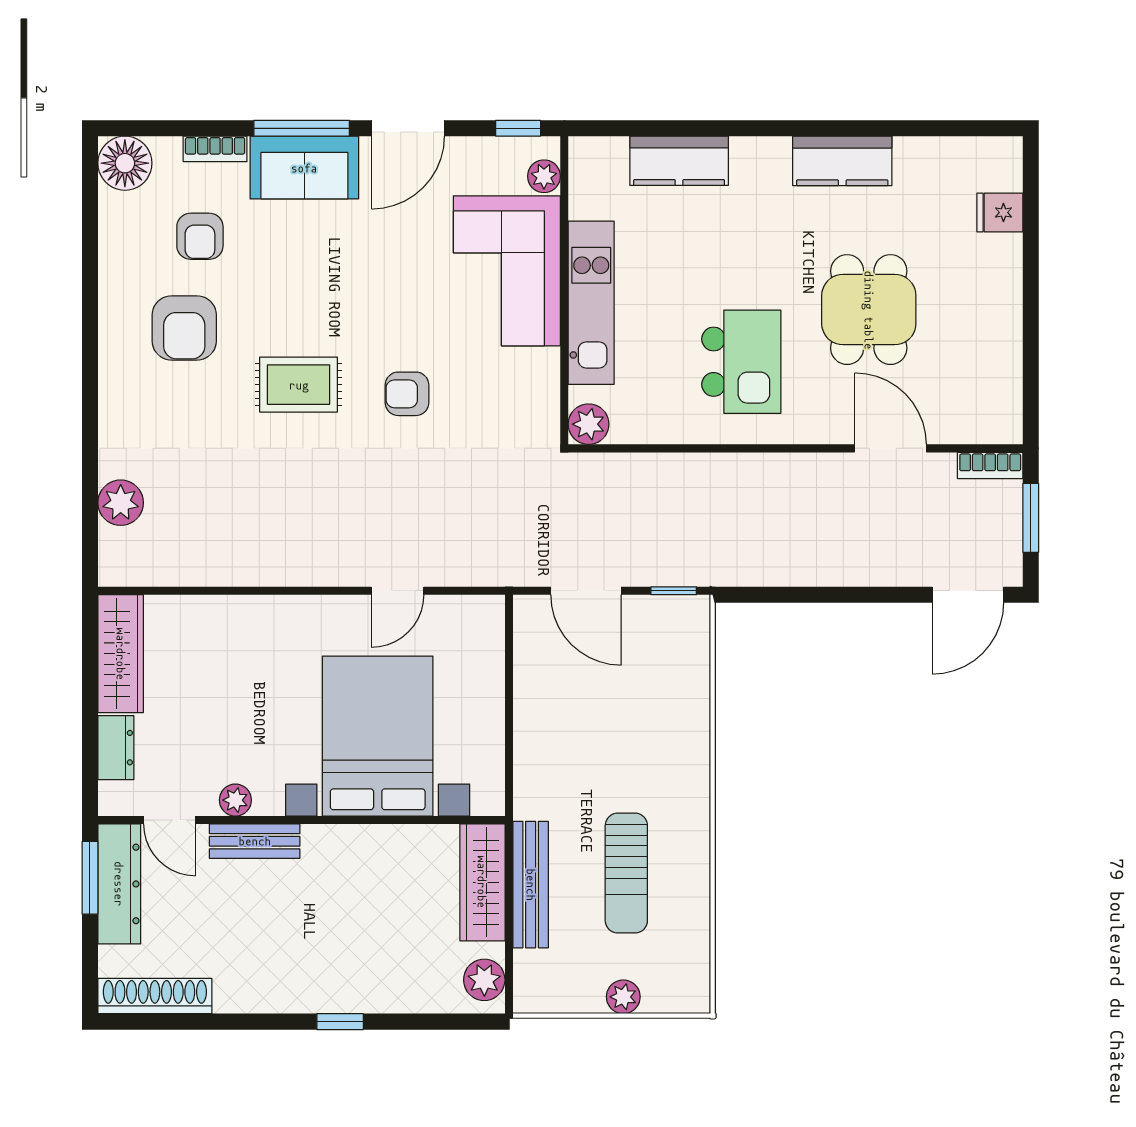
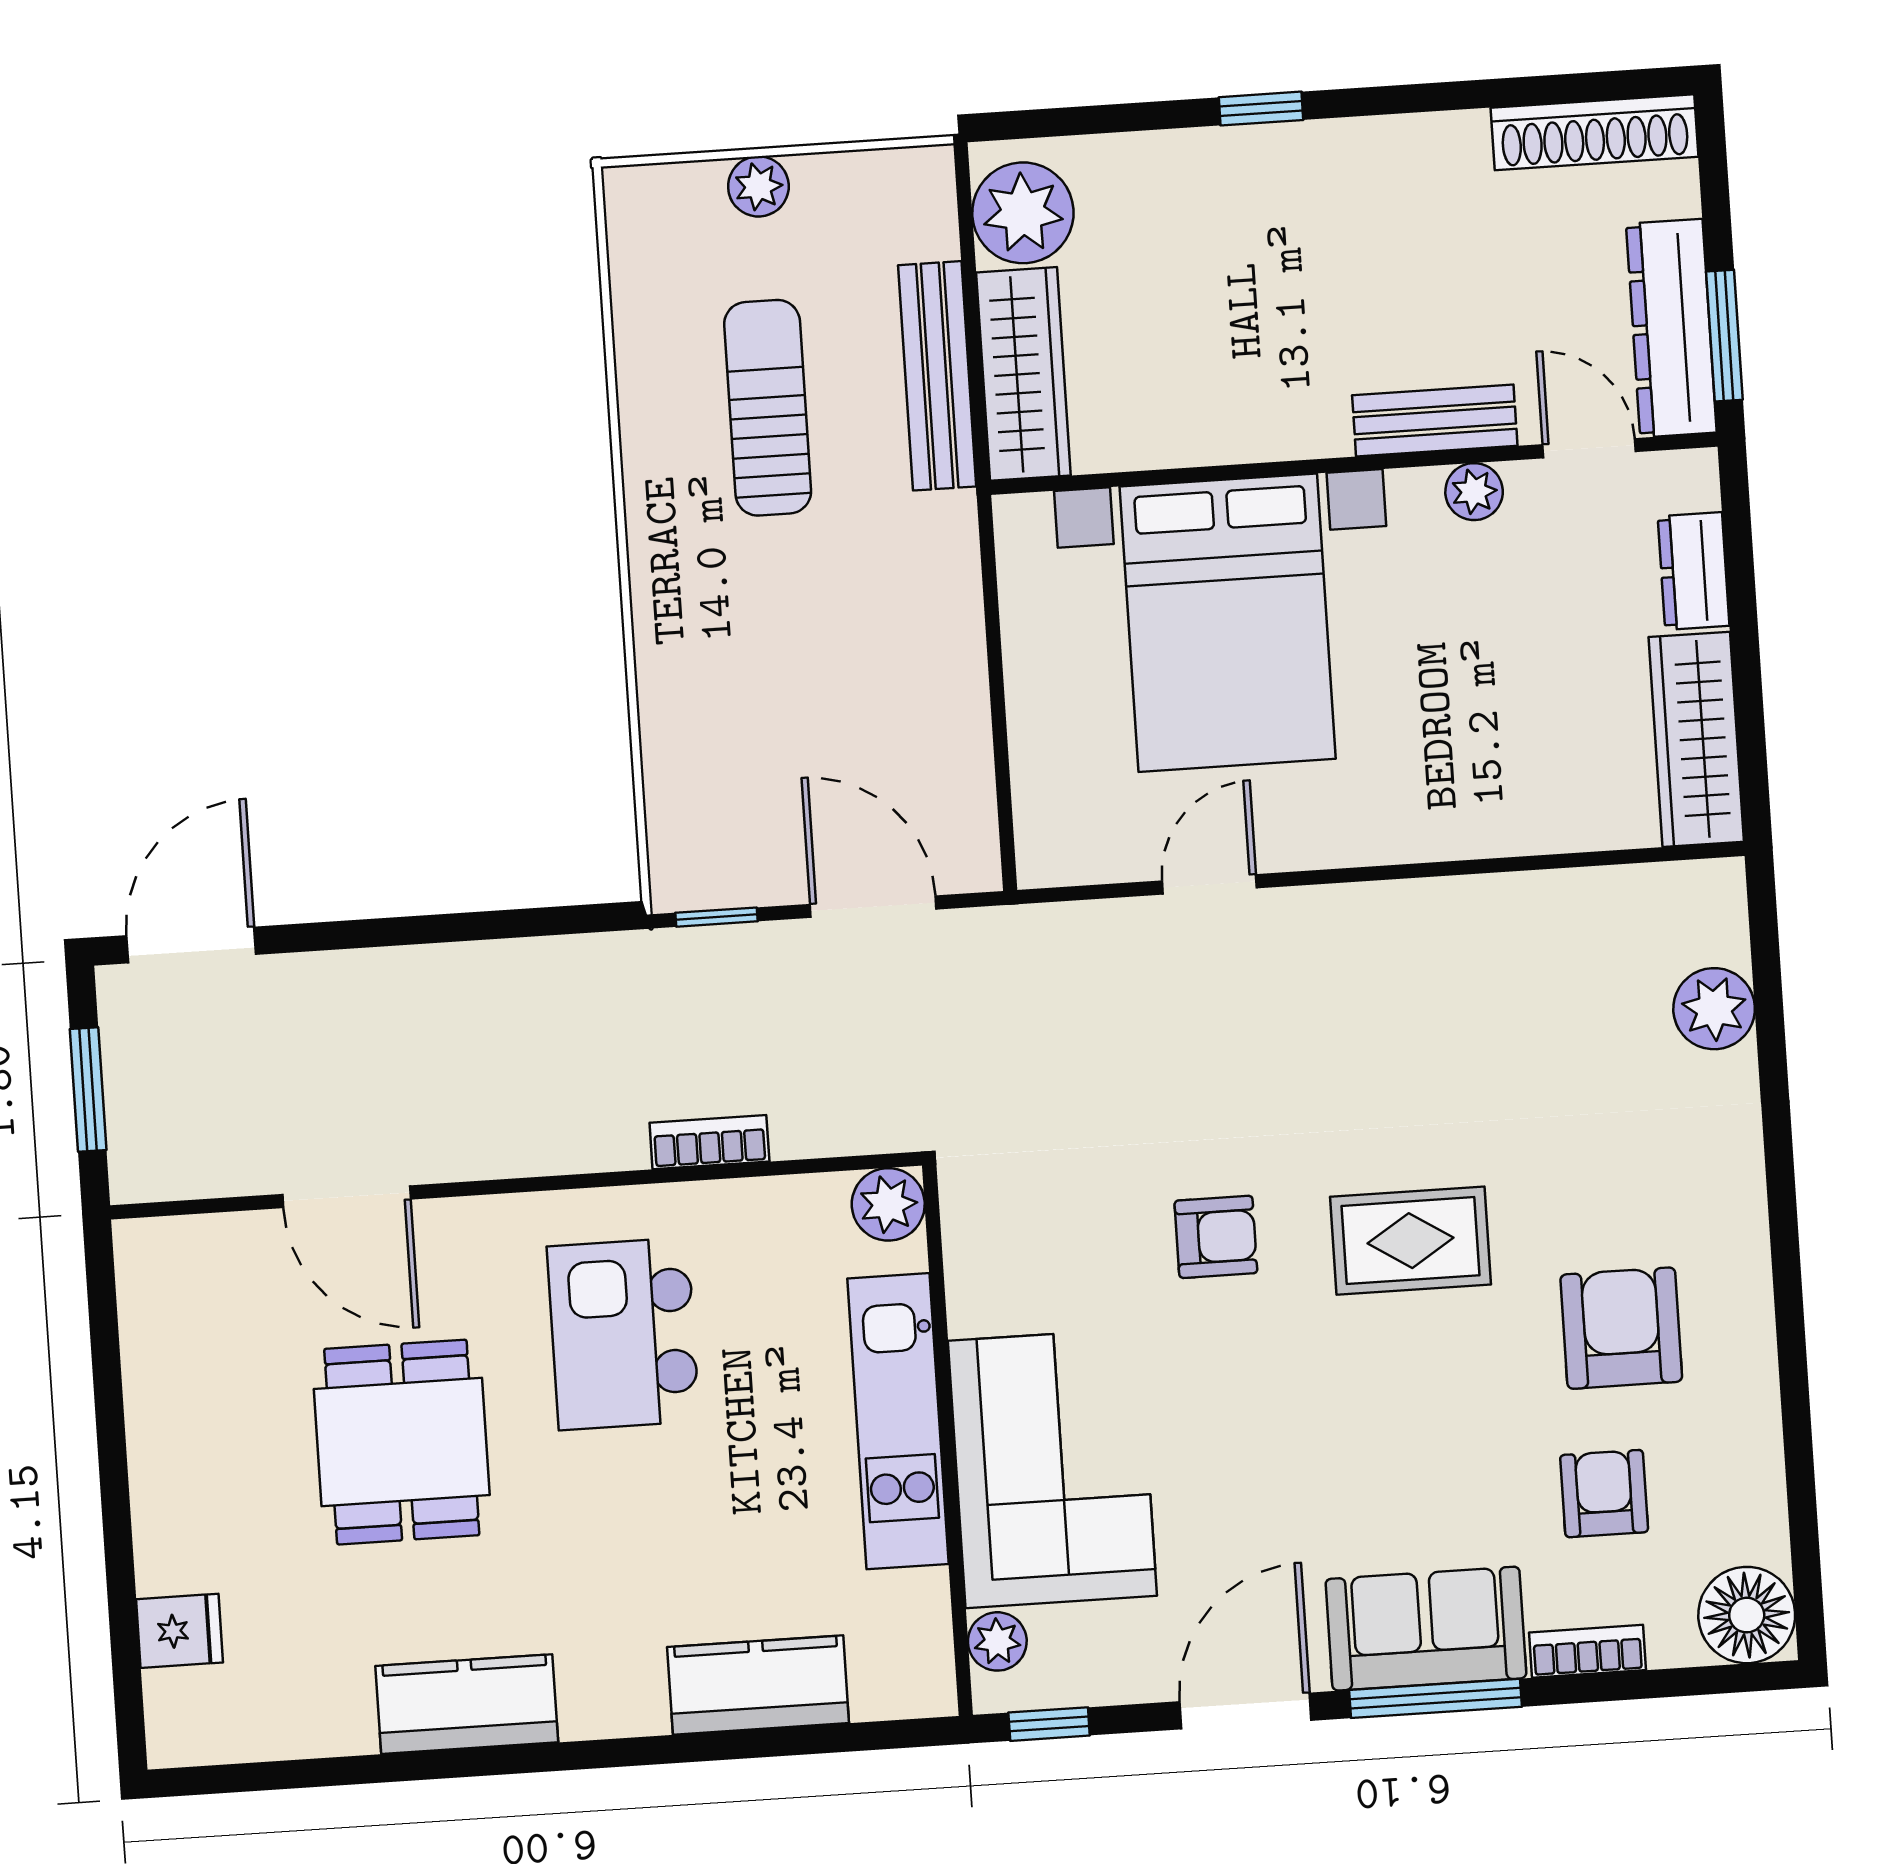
bookcase: (990, 465) -> (709, 1142), moved
plant: (484, 980) -> (1023, 213), width x1.36, depth x1.36

